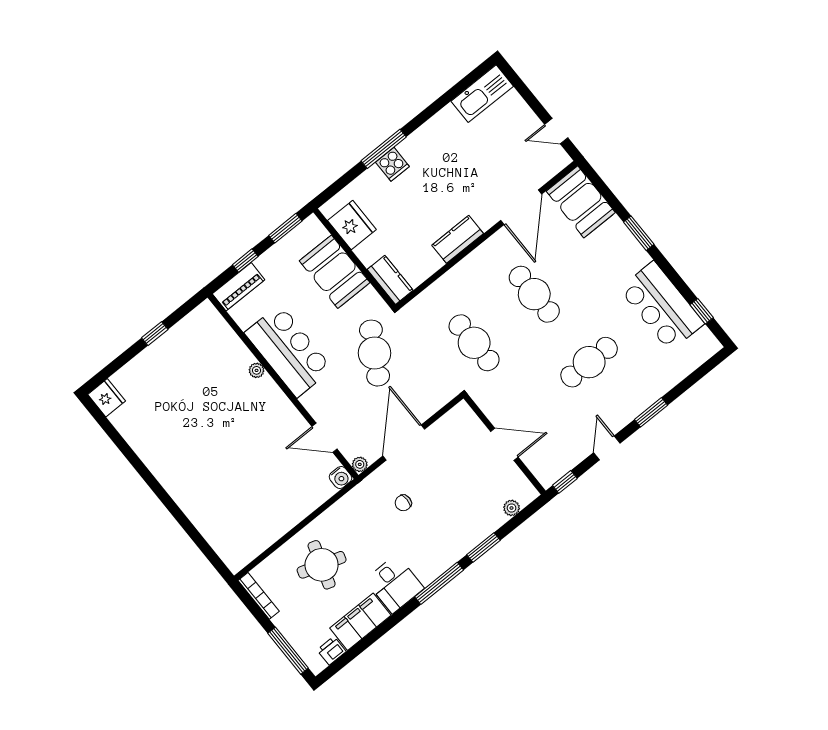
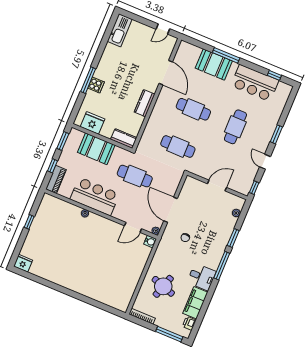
booth: (581, 202) -> (214, 64), moved
window: (639, 233) -> (226, 55), width x1.44
cafe table: (375, 353) -> (135, 176), turned -31

